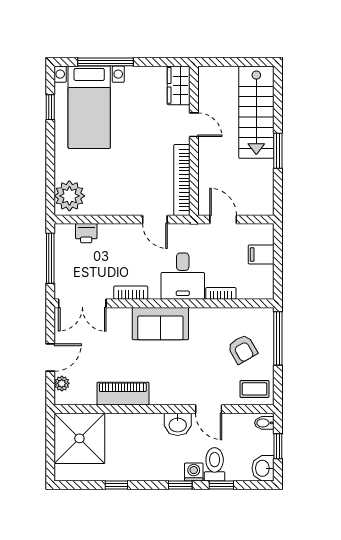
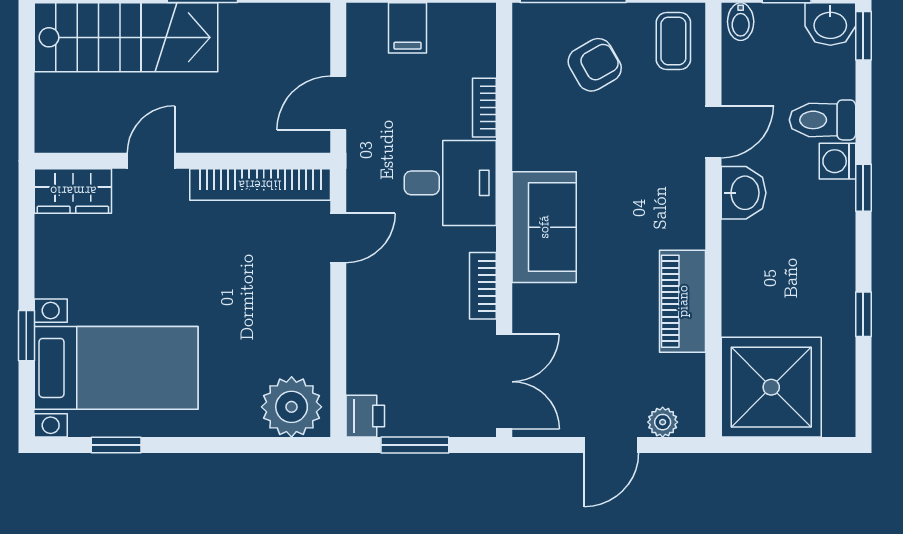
window: (106, 62) -> (26, 336), width x0.46
printer: (86, 233) -> (365, 416), moved
window: (50, 258) -> (415, 445), width x0.69
door: (50, 358) -> (611, 445), swing flipped
window: (221, 485) -> (863, 36), moved

